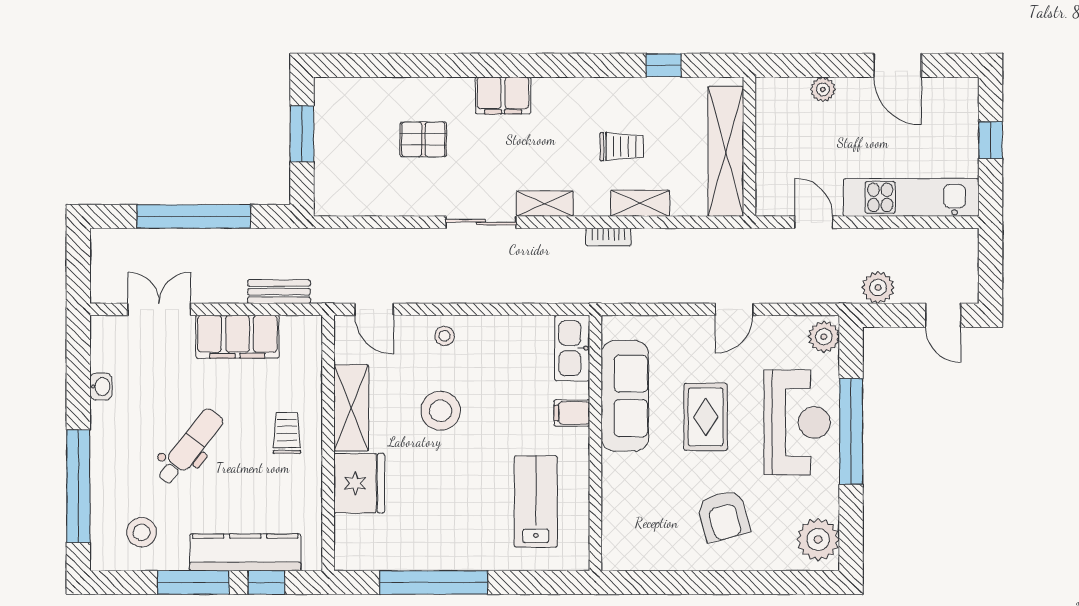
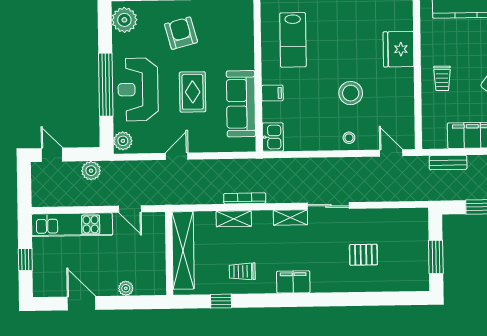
filing cabinet: (503, 95) -> (293, 282), moved
trolley: (622, 147) -> (242, 271), moved
bookcase: (608, 237) -> (245, 198), width x1.56
kitchen sink: (572, 348) -> (273, 137), width x0.73
shelving: (351, 408) -> (404, 94), removed

